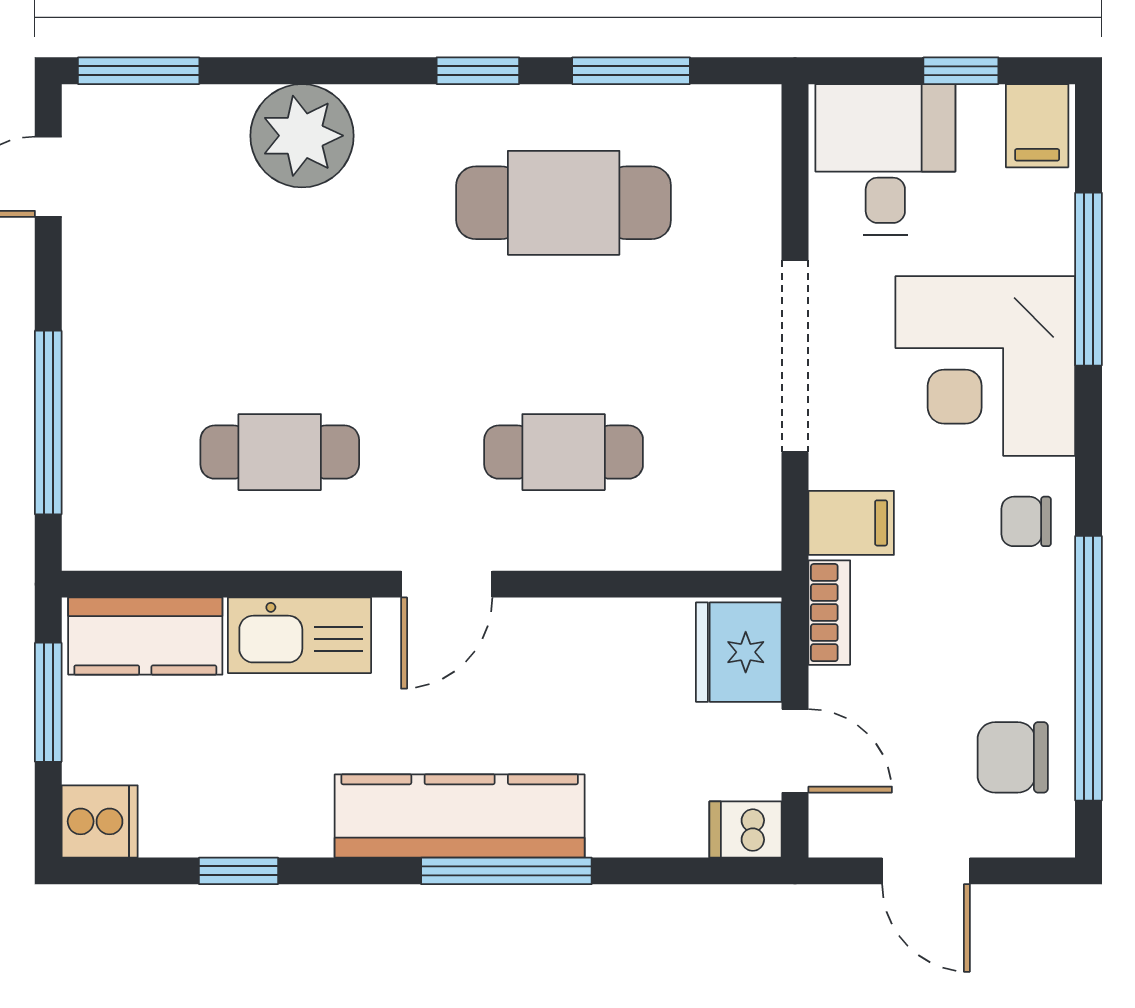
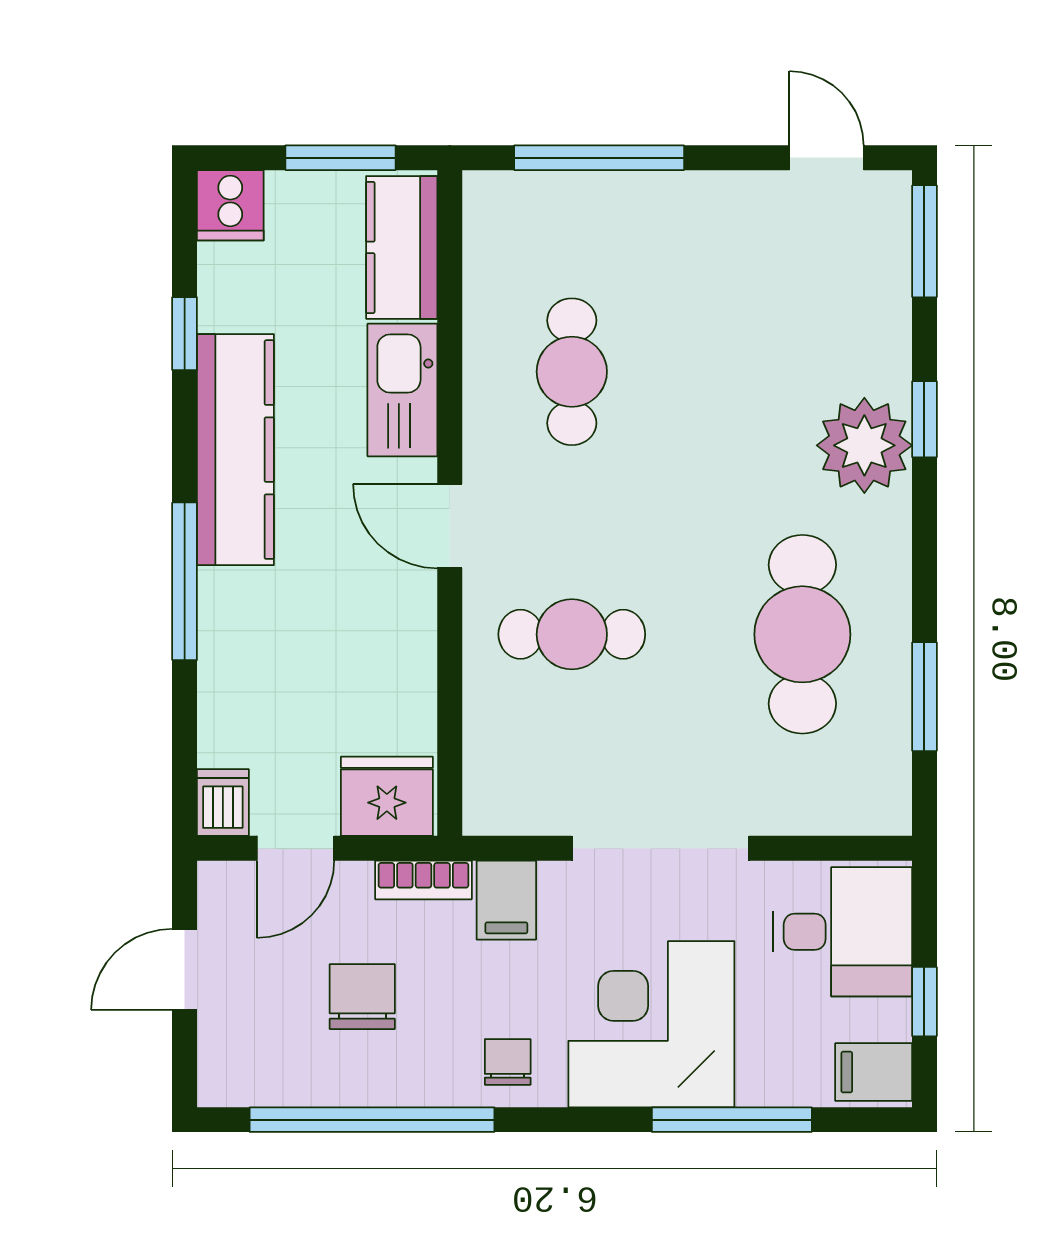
window: (478, 71) -> (924, 419), moved
plant: (302, 136) -> (864, 445), moved
cafe table: (564, 452) -> (572, 634), turned 90
chair: (1013, 757) -> (362, 997), moved
kitchen counter: (460, 816) -> (235, 450), moved

